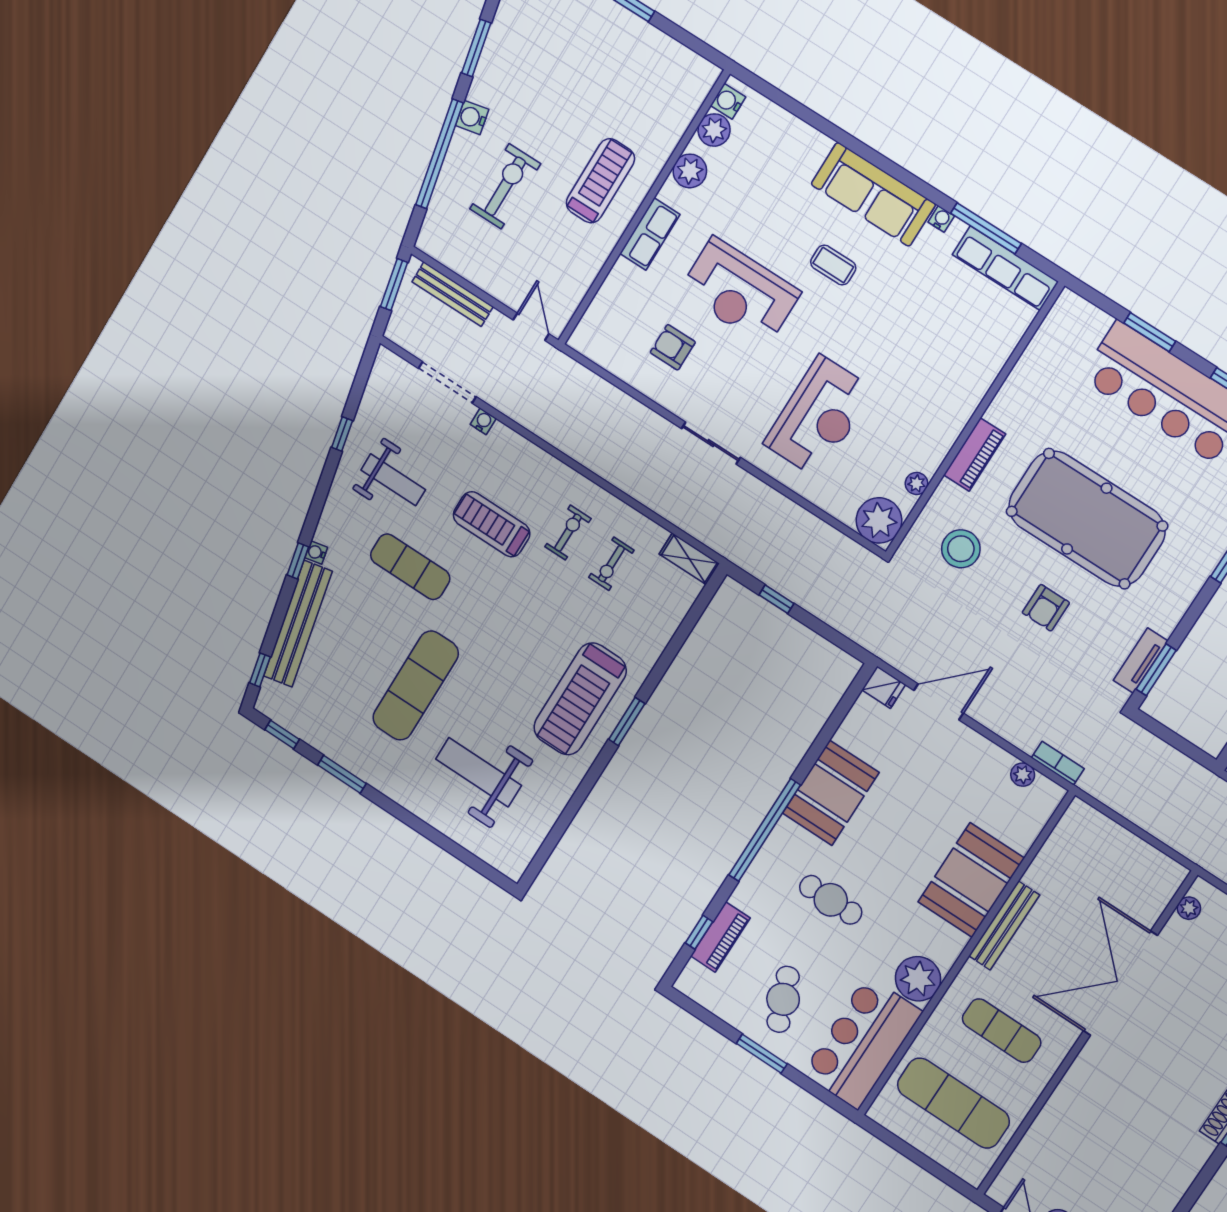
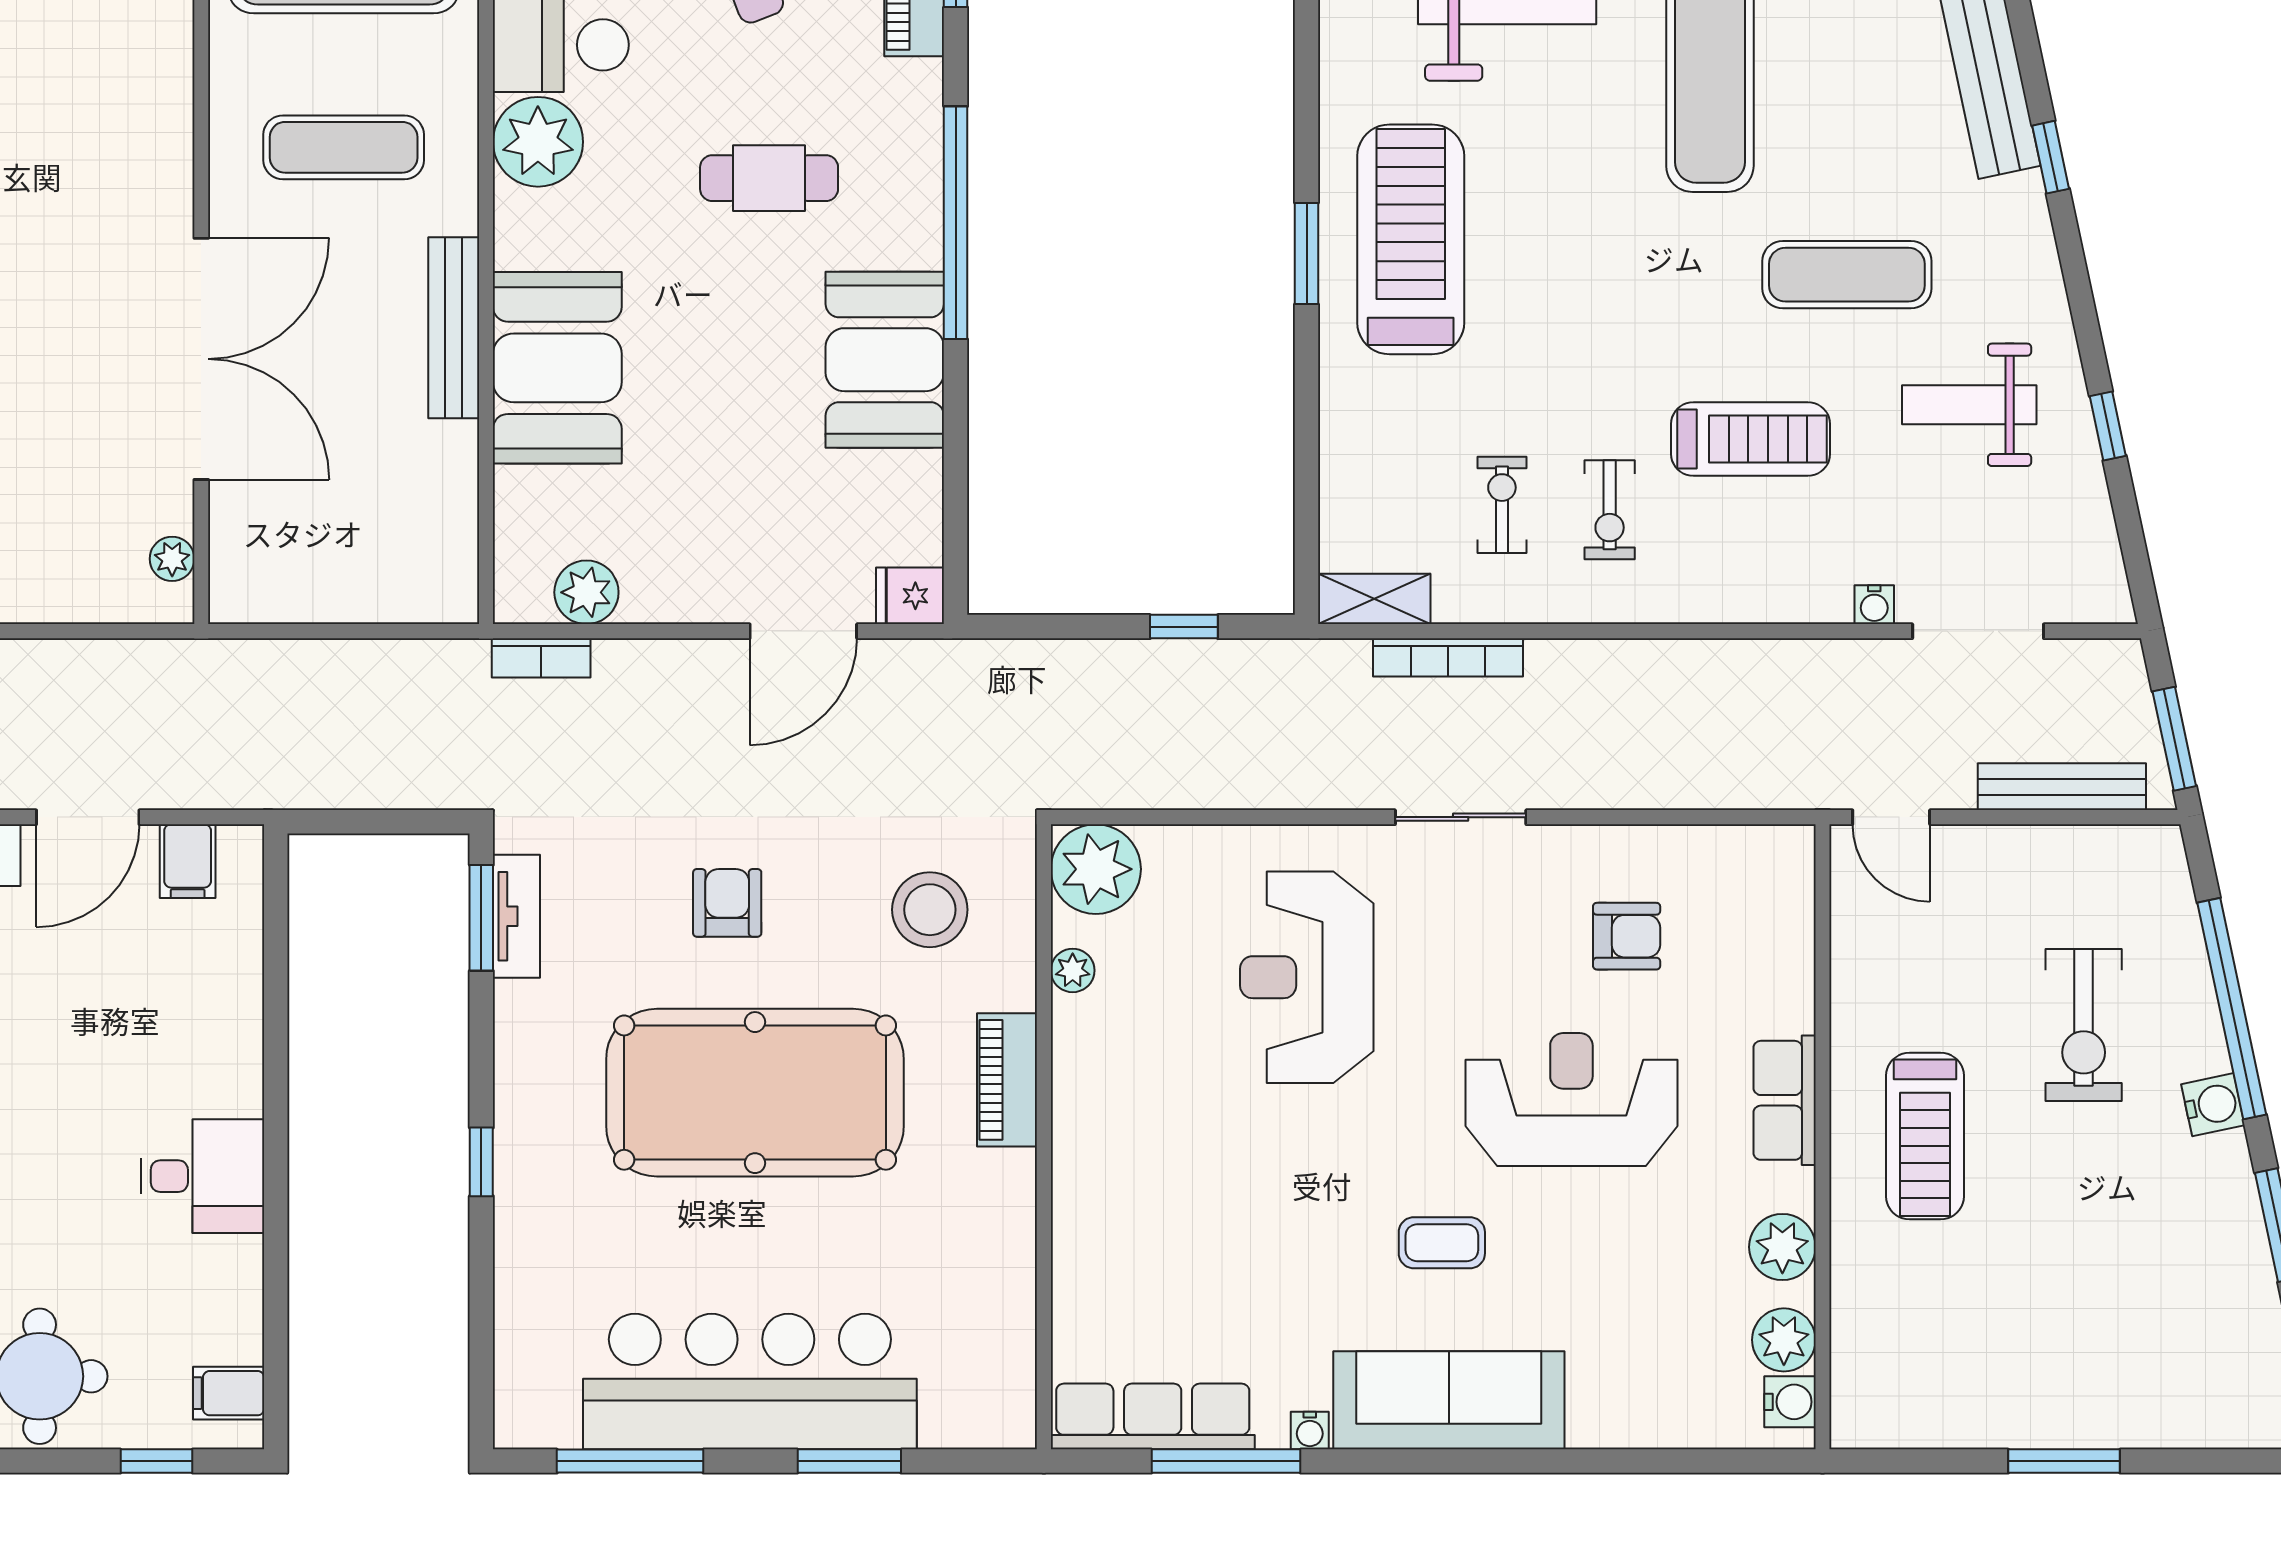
bookcase: (674, 514) -> (1448, 657), added
water cooler: (316, 552) -> (2027, 193), removed
plant: (1023, 775) -> (586, 592), width x1.38, depth x1.38

